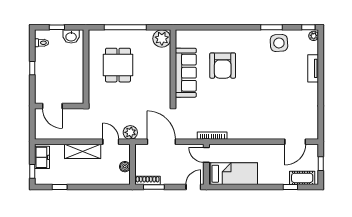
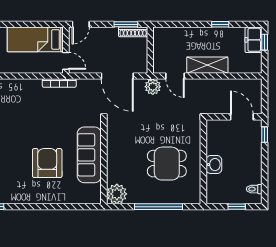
washbasin: (71, 36) -> (214, 165), moved, turned 90
dining table: (118, 65) -> (167, 164), turned 90
window: (32, 68) -> (265, 135), moved
freezer: (42, 157) -> (254, 40), moved
boiler: (125, 167) -> (159, 48), removed
window: (60, 187) -> (220, 24), moved

